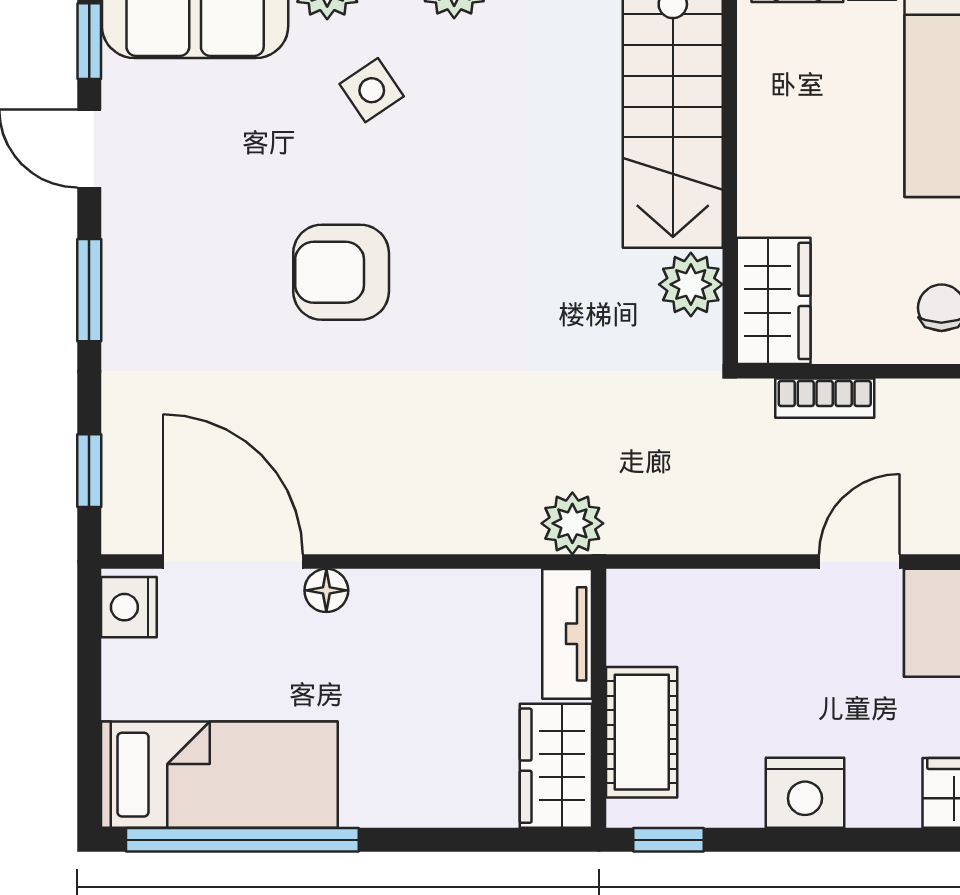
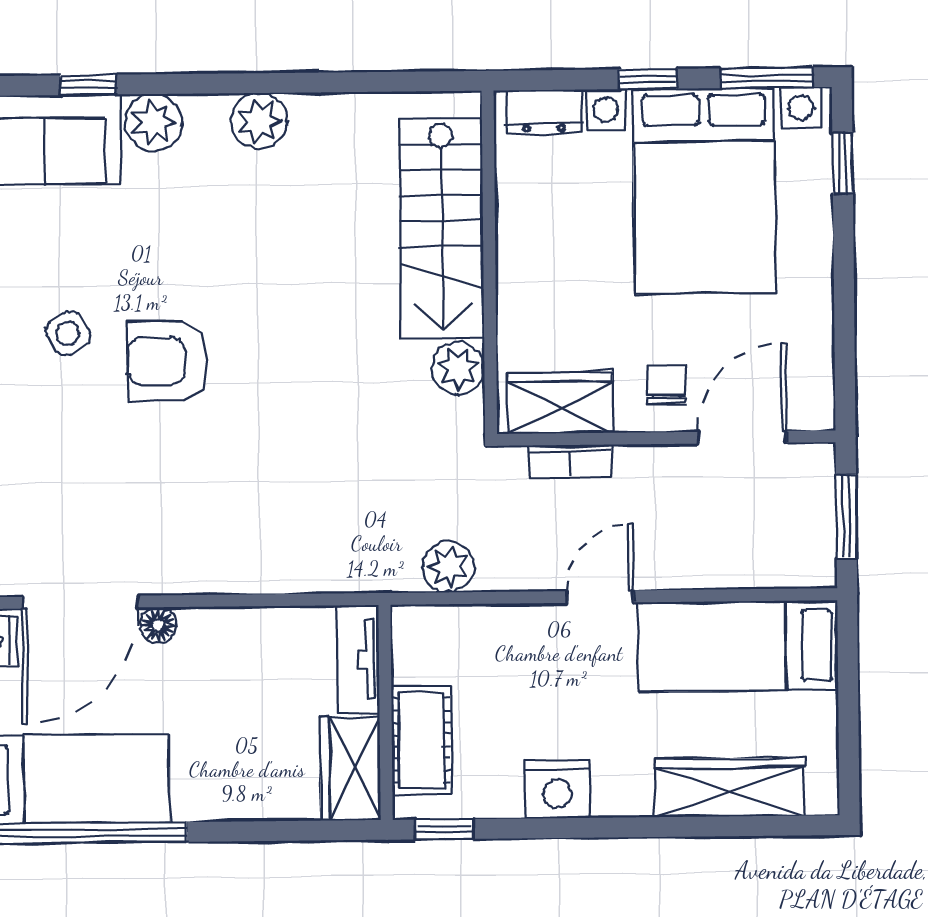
side table: (372, 90) -> (68, 333), moved
wardrobe: (774, 301) -> (560, 403), moved, turned -90
plant: (572, 523) -> (448, 567), moved
door: (233, 562) -> (80, 602), swing flipped

